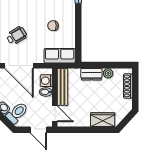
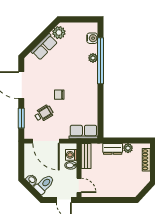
chair: (53, 26) -> (59, 95), moved
bench: (63, 87) -> (86, 156), width x0.73
wardrobe: (103, 120) -> (123, 191), removed

